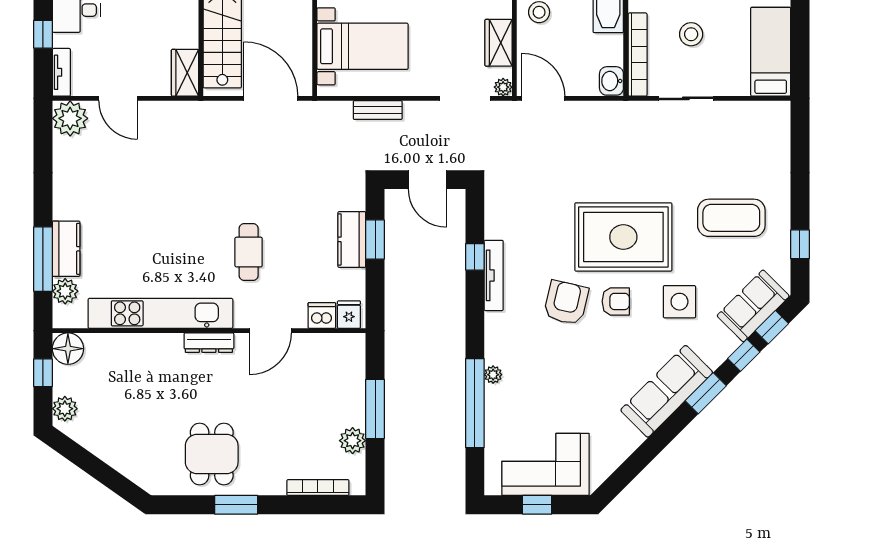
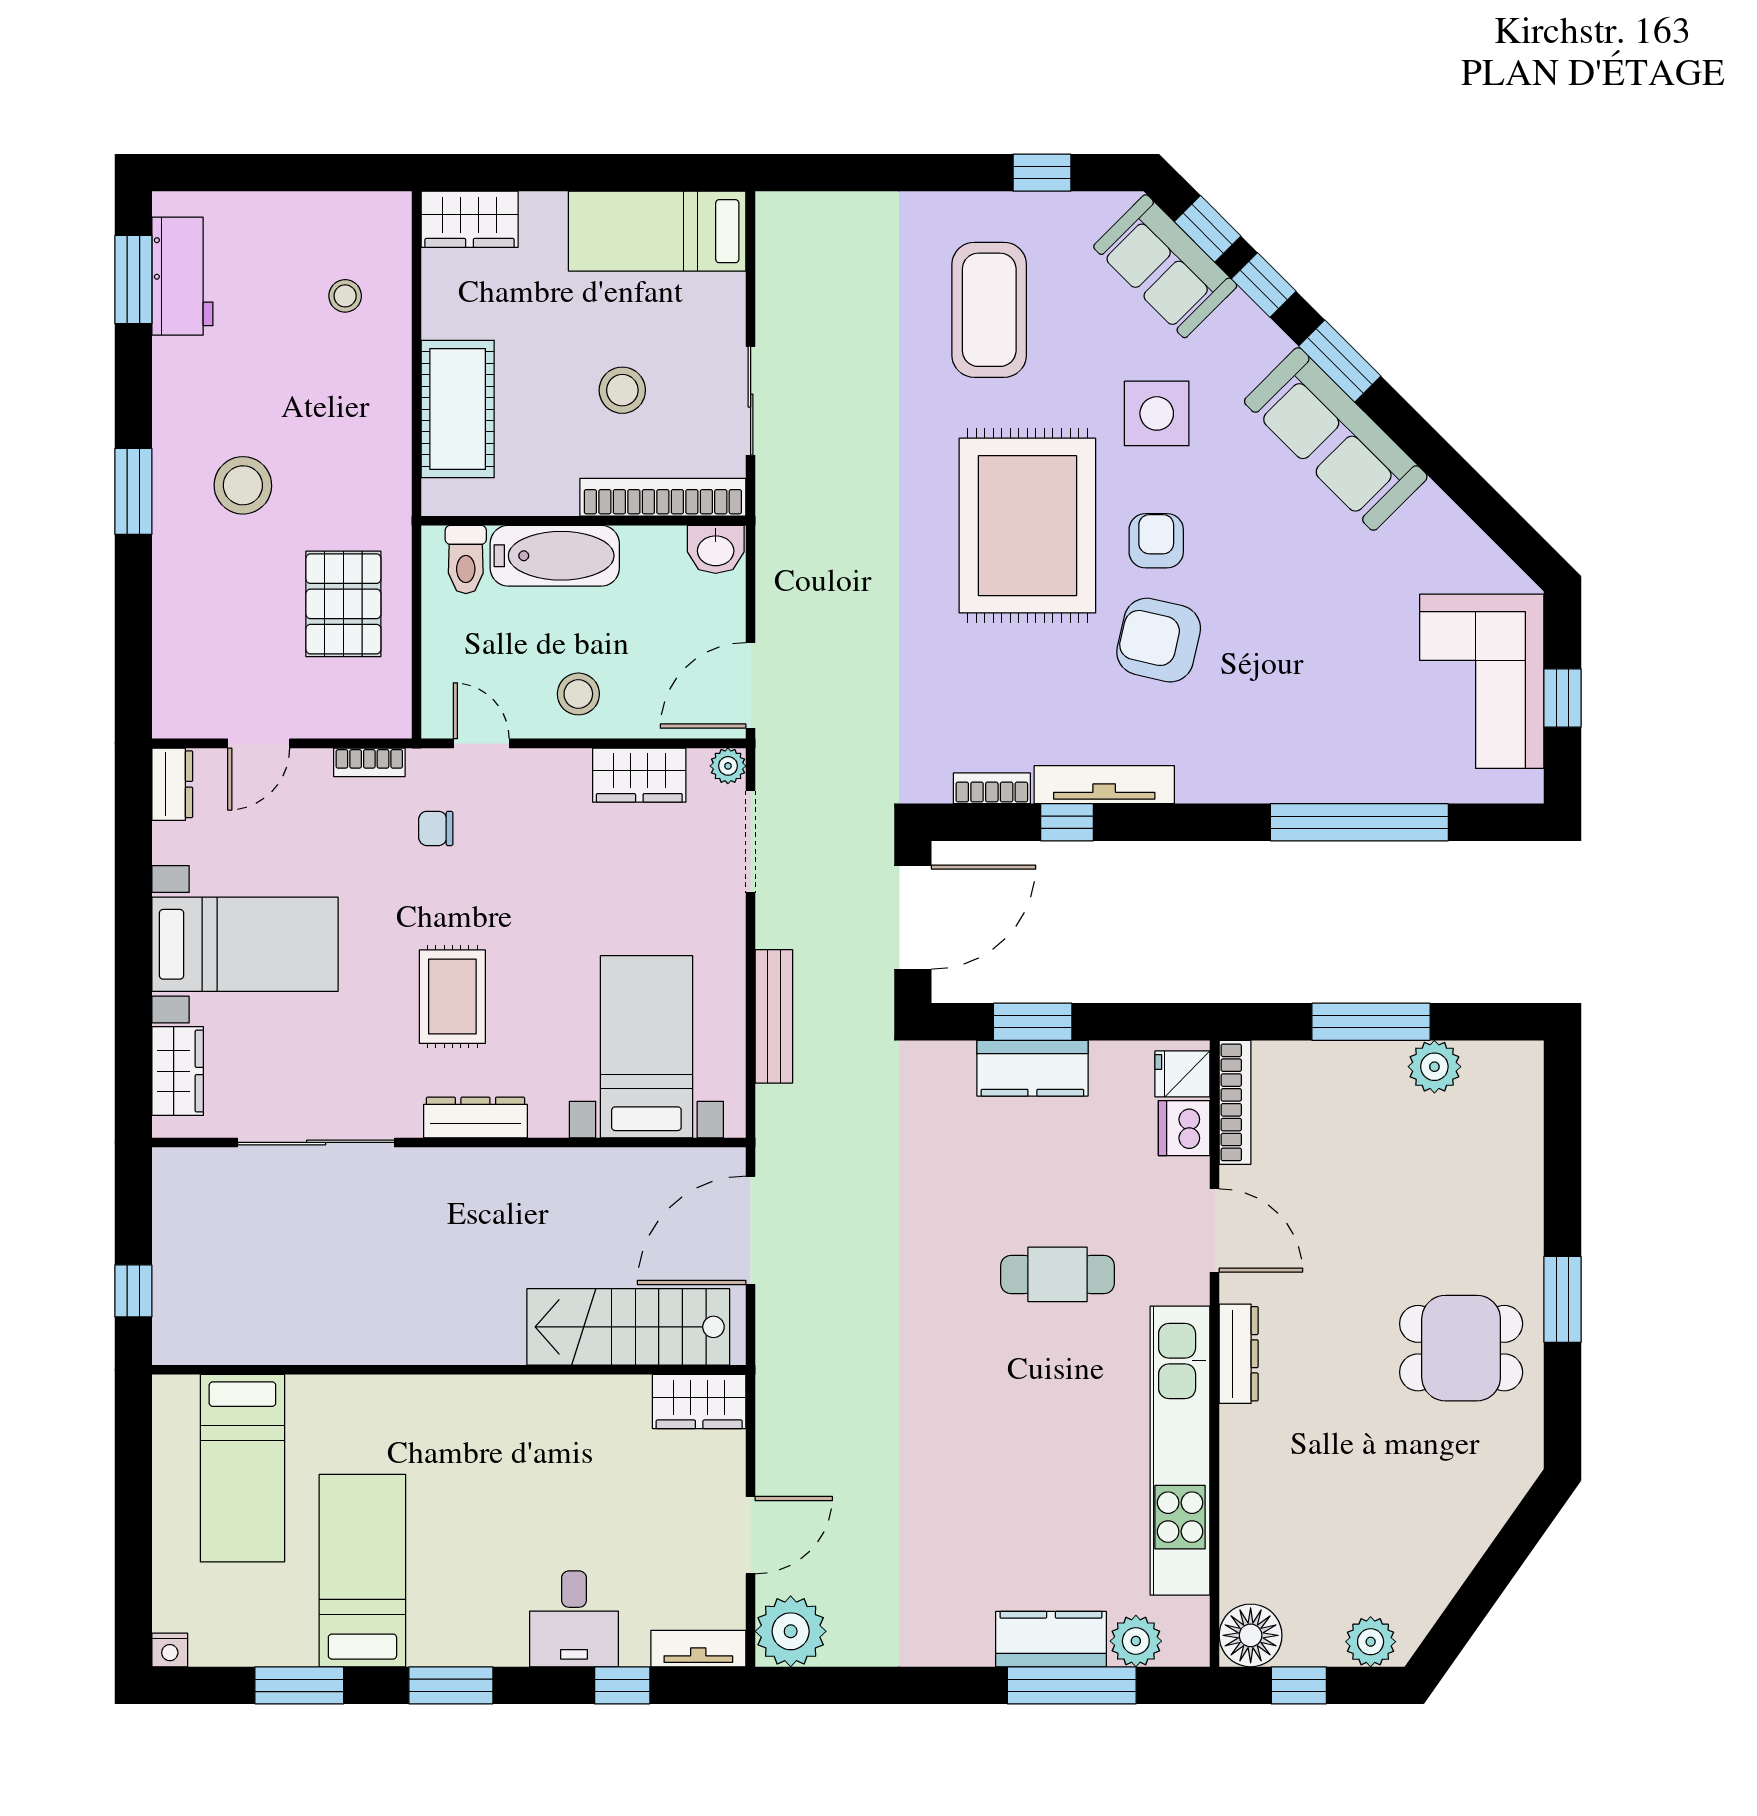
bench: (378, 110) -> (774, 1016), width x1.36
door: (427, 180) -> (913, 917), width x1.36
bookcase: (492, 219) -> (992, 788), added
plant: (493, 375) -> (1302, 786), removed
bookcase: (318, 488) -> (1235, 1102), moved, turned 180

